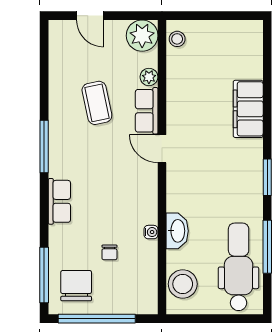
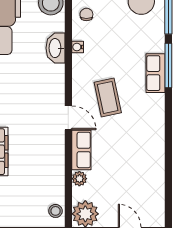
coffee table: (97, 103) -> (108, 97), moved
window: (44, 147) -> (168, 65), moved
chair: (109, 252) -> (86, 14), moved

